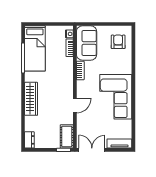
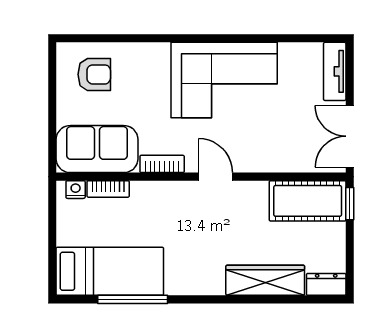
armchair: (118, 42) -> (94, 74), turned 180
wardrobe: (31, 99) -> (265, 280), moved
door: (75, 106) -> (215, 177), moved
cot: (67, 136) -> (308, 201), width x1.37, depth x1.34

